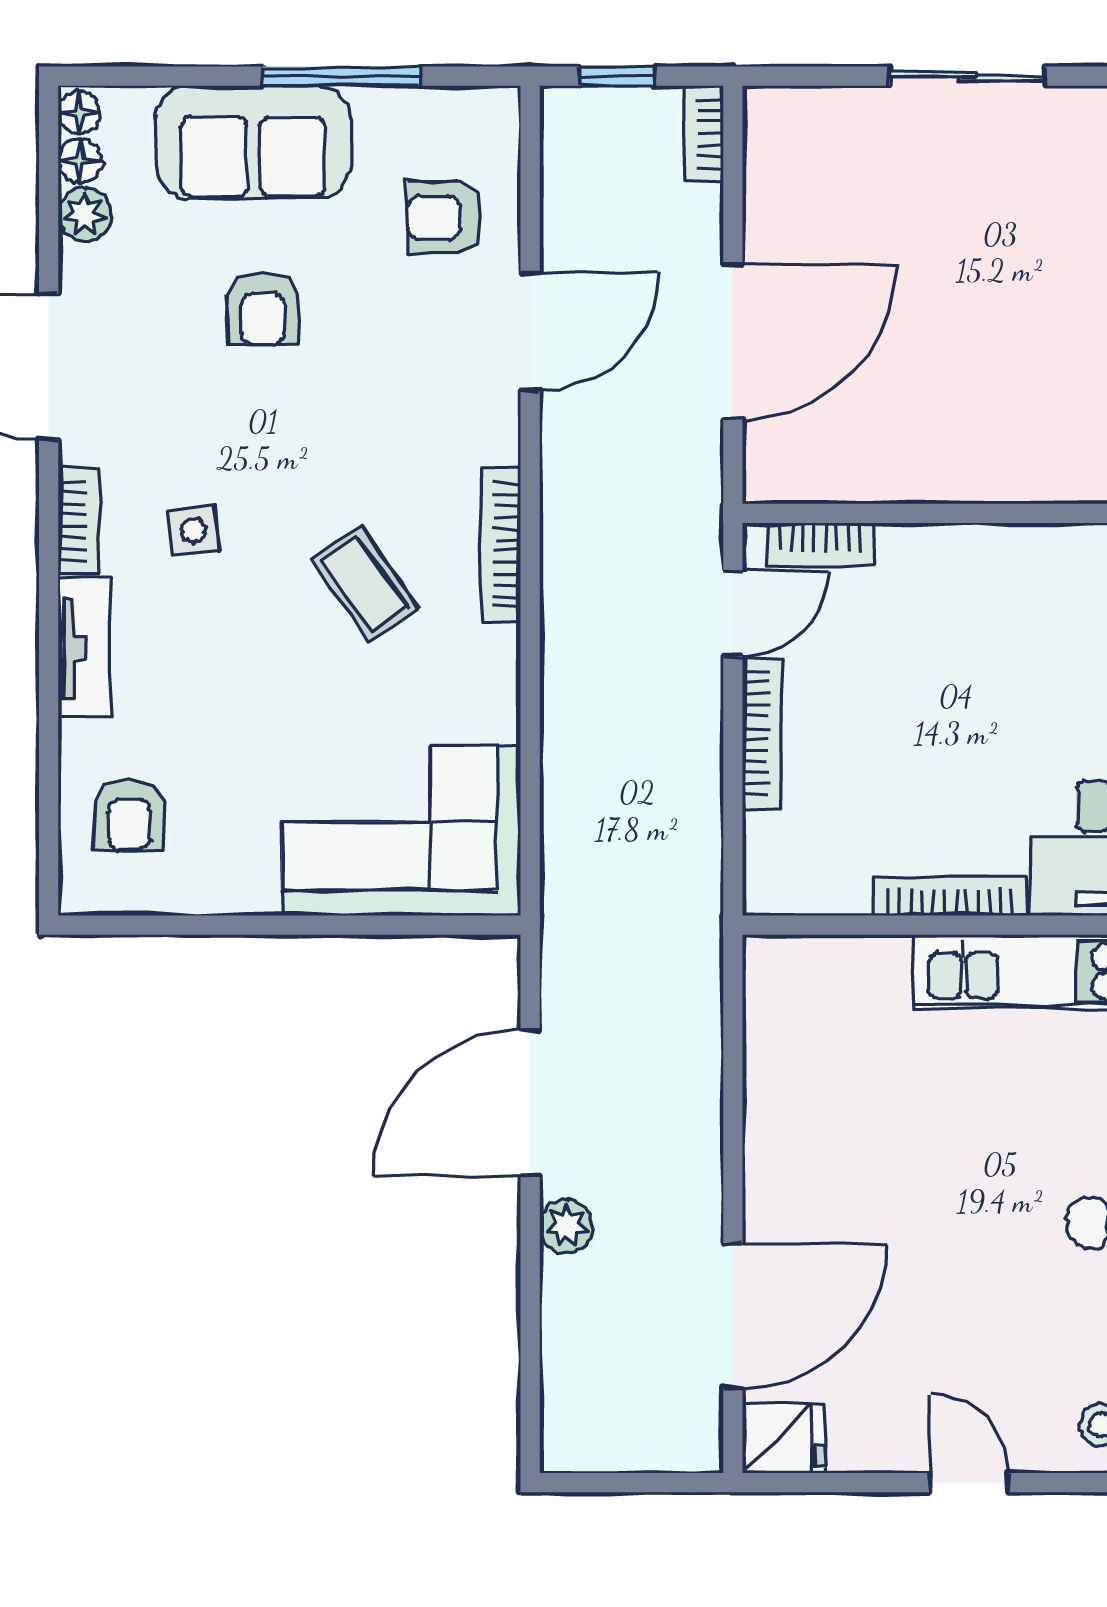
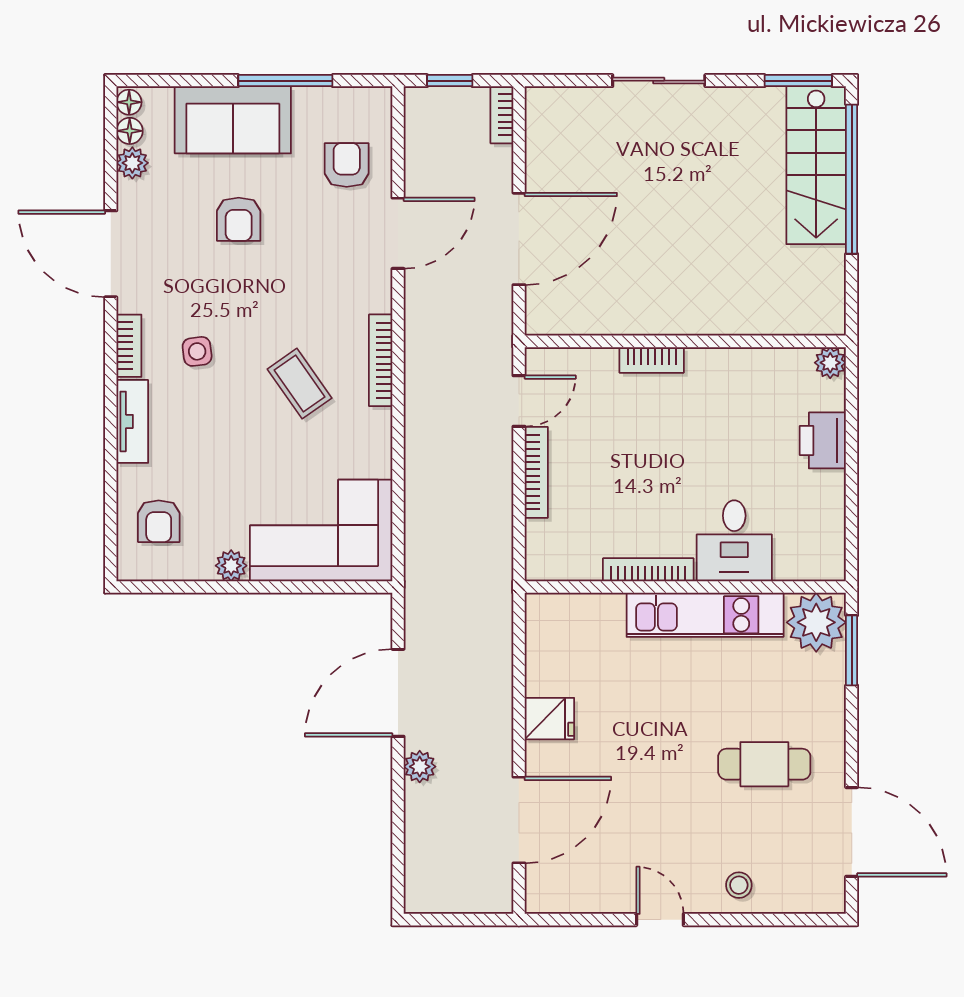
armchair: (444, 218) -> (347, 165), turned 90
bookcase: (820, 544) -> (652, 360), moved
plant: (250, 889) -> (231, 566), added
fridge: (784, 1438) -> (549, 719), moved

